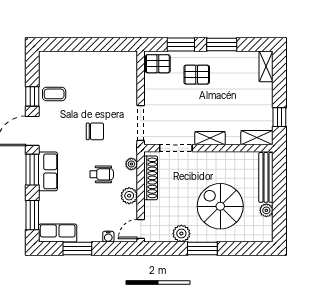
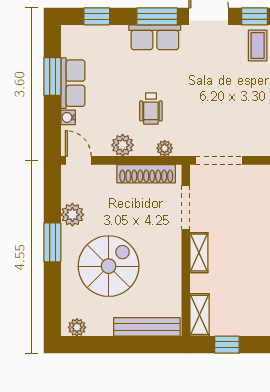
chair: (95, 131) -> (208, 100), removed
plant: (266, 210) -> (77, 327), moved
window: (32, 215) -> (97, 16), width x0.67
row of seats: (58, 233) -> (73, 83), moved

